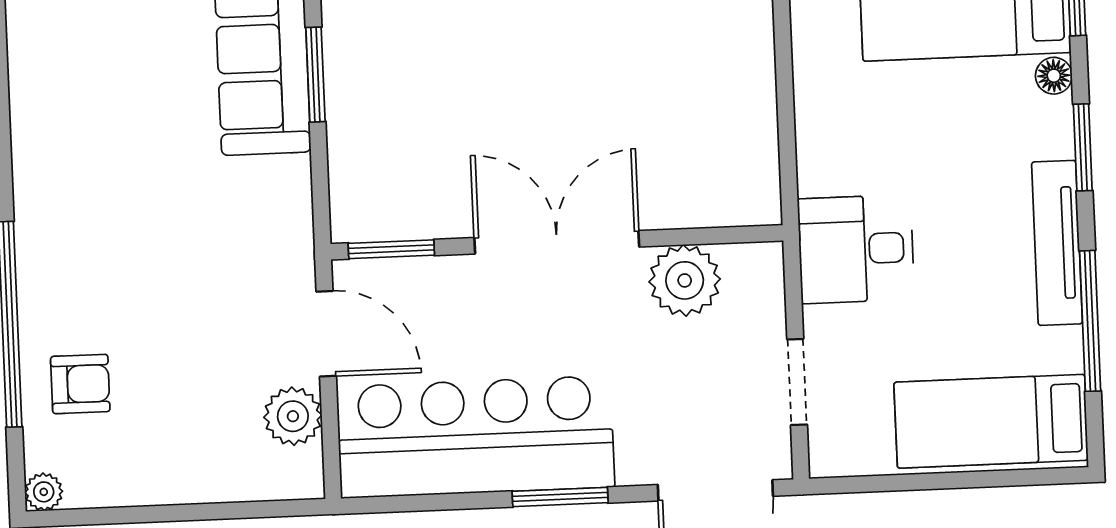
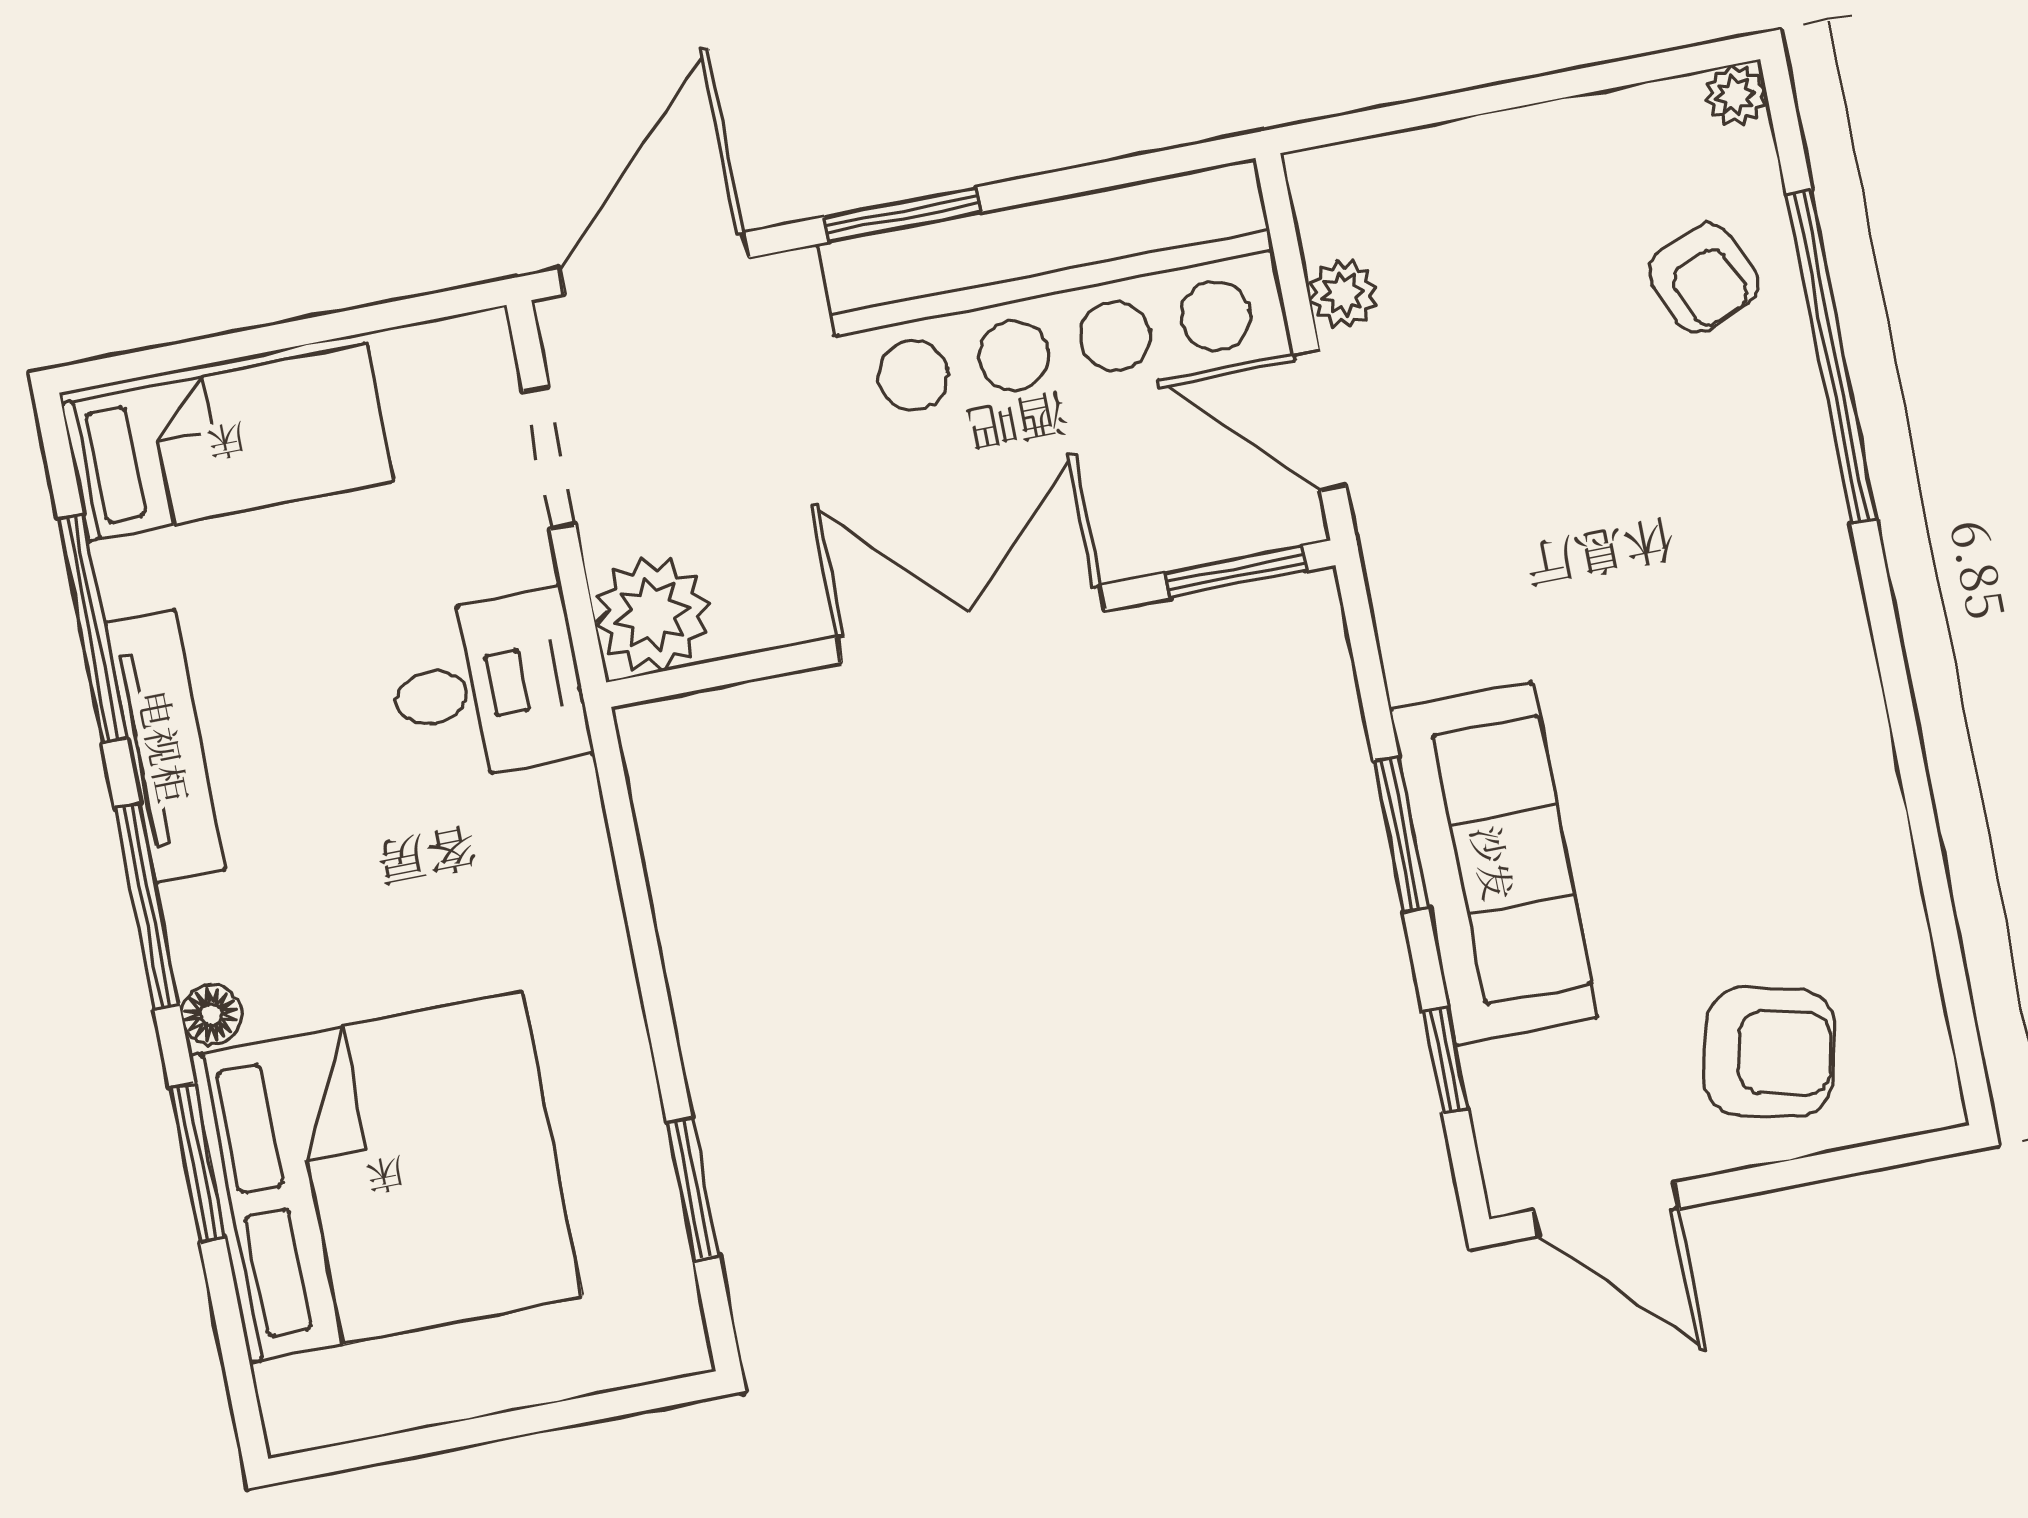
window: (1083, 147) -> (147, 906), width x1.44
double door: (557, 242) -> (971, 624), swing flipped
plant: (685, 280) -> (652, 614), moved
armchair: (80, 384) -> (1704, 278), turned -113
plant: (293, 416) -> (1343, 294), width x0.73, depth x0.73

